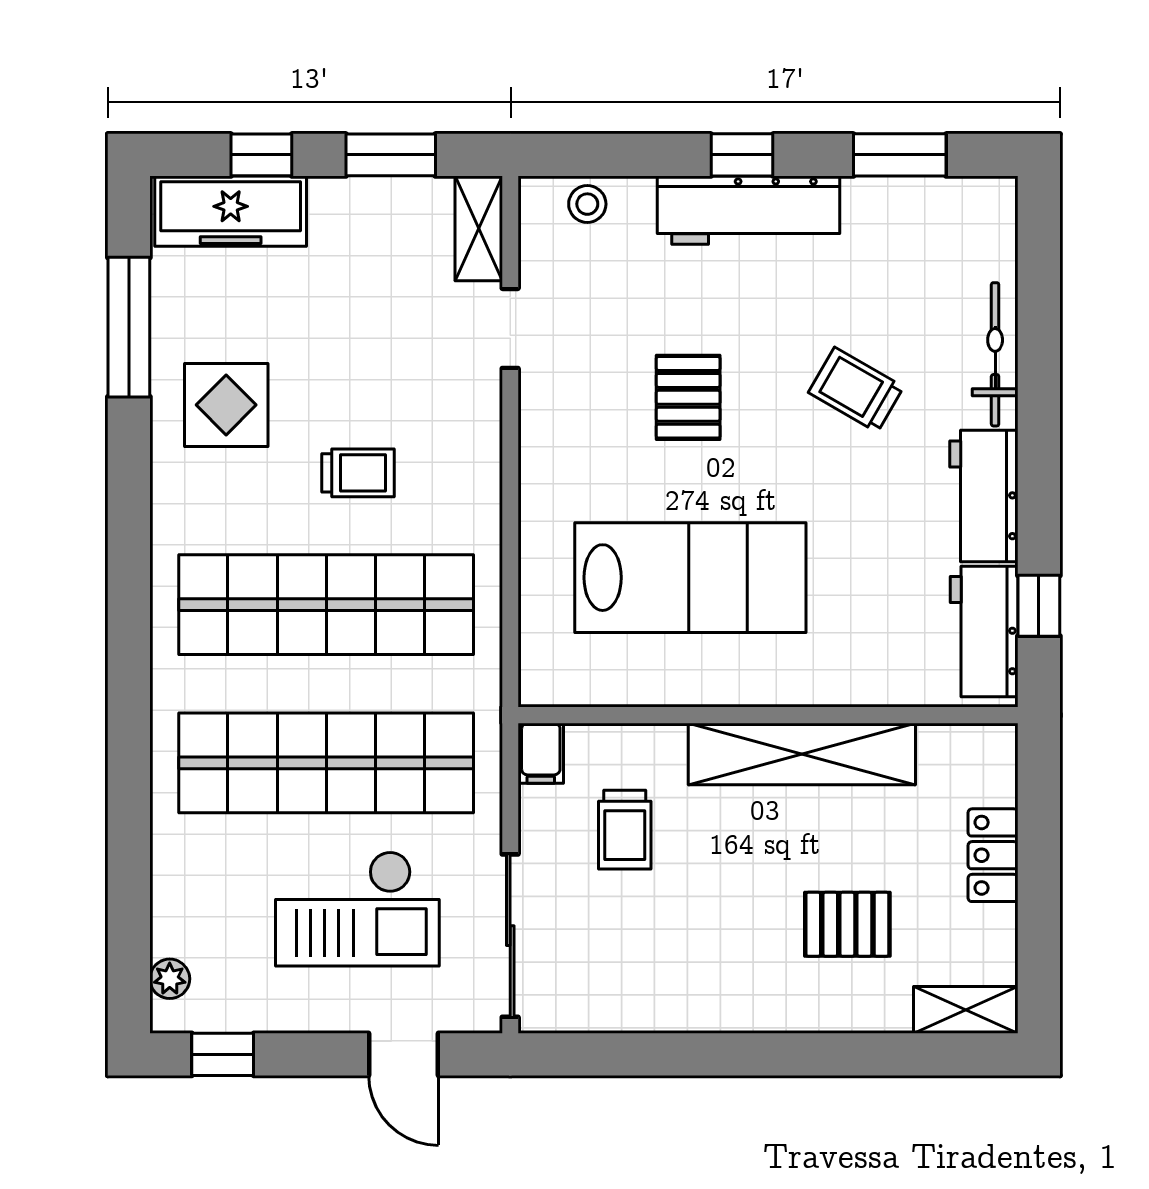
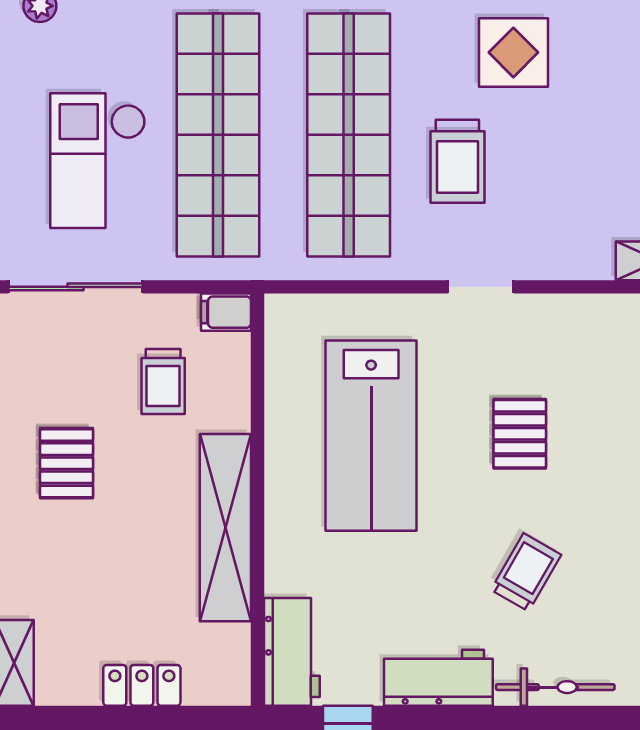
doorway: (510, 328) -> (481, 287), moved
pallet: (688, 397) -> (520, 434), turned 90
trolley: (358, 473) -> (457, 161), width x1.36, depth x1.39
workbench: (984, 631) -> (292, 652), moved, turned 90
trolley: (625, 830) -> (163, 381), turned -90
pallet: (847, 924) -> (67, 463), moved

